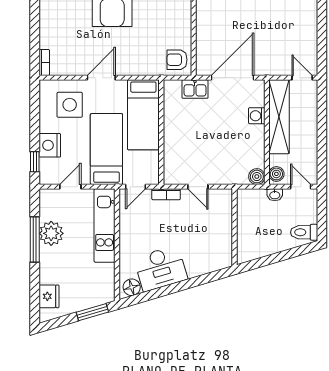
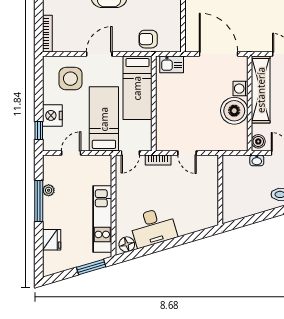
armchair: (177, 60) -> (148, 39), moved
bookcase: (44, 62) -> (47, 34), width x1.56
door: (233, 78) -> (218, 54), hinge flipped
kitchen sink: (195, 89) -> (172, 64), moved
boiler: (257, 177) -> (234, 111), moved, width x1.86, depth x1.86
kitchen unit: (105, 225) -> (102, 219), moved
plant: (51, 233) -> (49, 190), width x0.53, depth x0.53
fridge: (49, 296) -> (52, 240), moved

